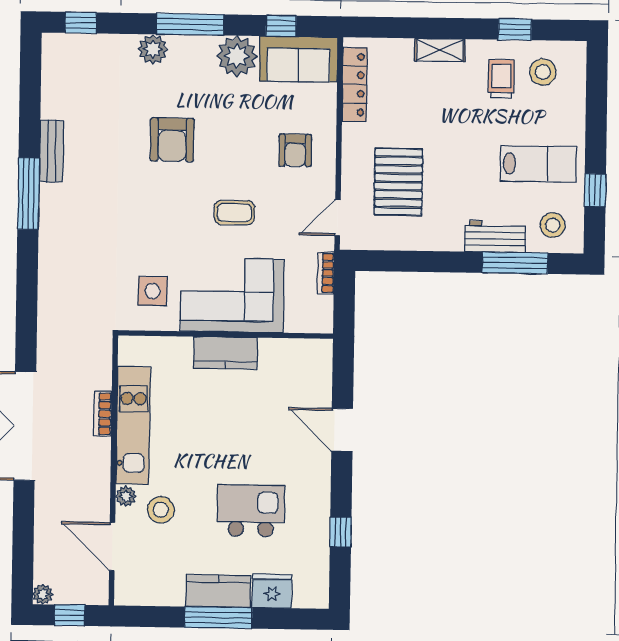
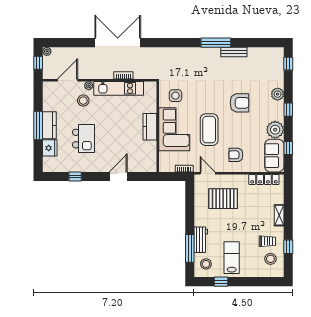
window: (190, 24) -> (288, 110), width x0.46
armchair: (172, 140) -> (239, 103), turned 180
lab bench: (538, 164) -> (232, 258), turned 180
coffee table: (234, 213) -> (209, 130), width x1.86, depth x1.72

